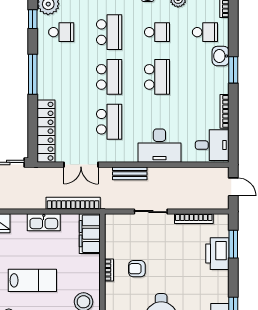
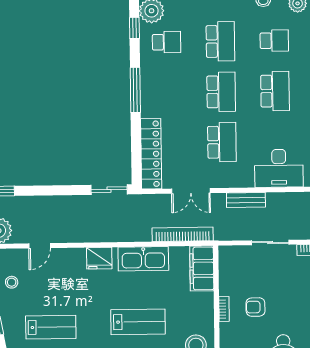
kitchen sink: (44, 222) -> (143, 259), width x1.36, depth x1.24

